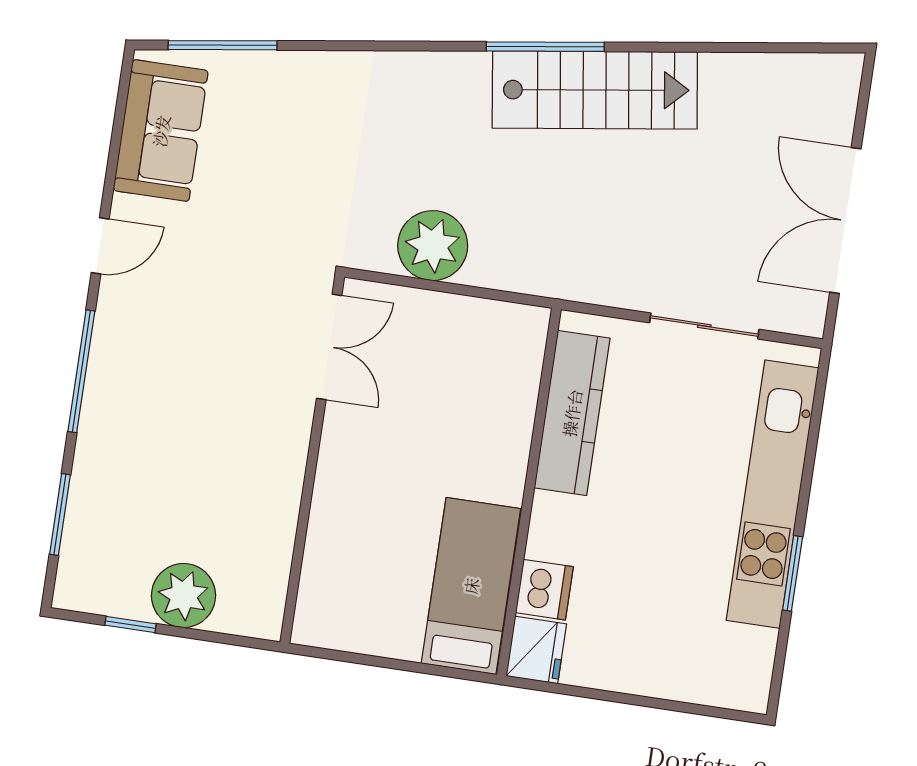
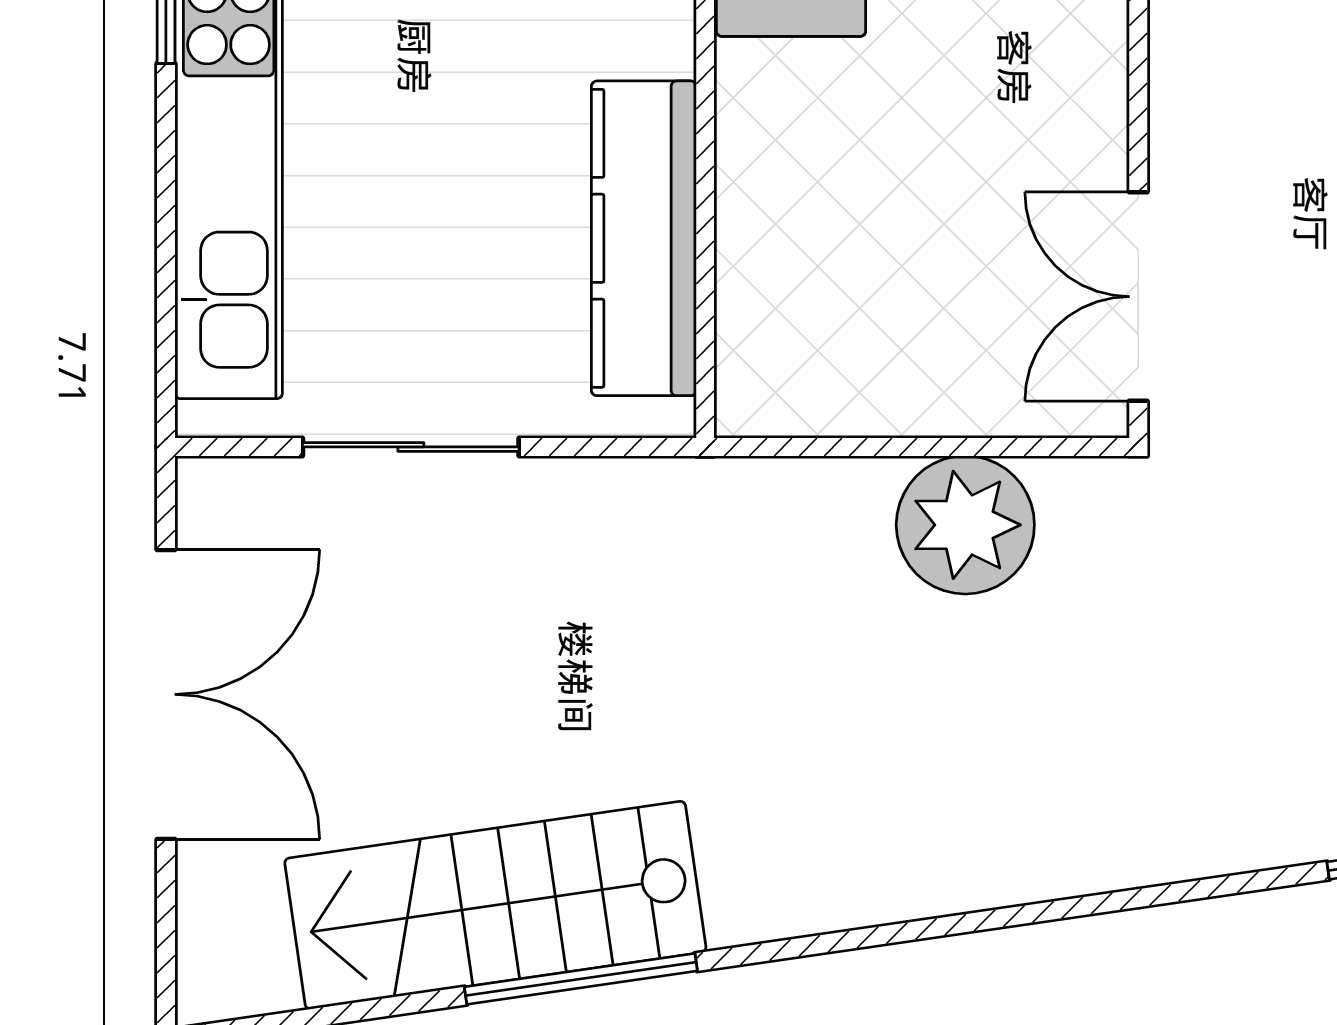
window: (545, 47) -> (581, 979), moved
stairs: (595, 90) -> (495, 905), moved

